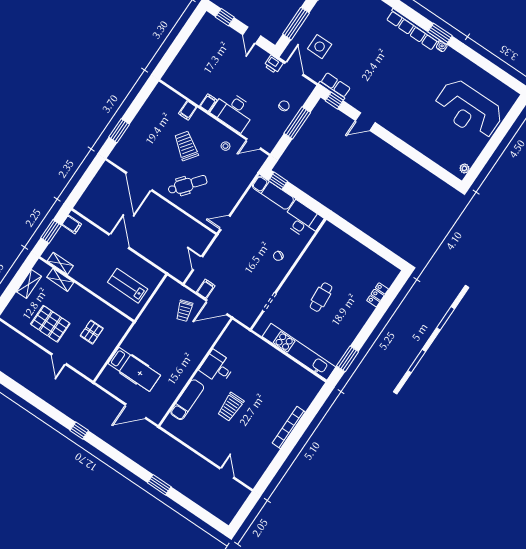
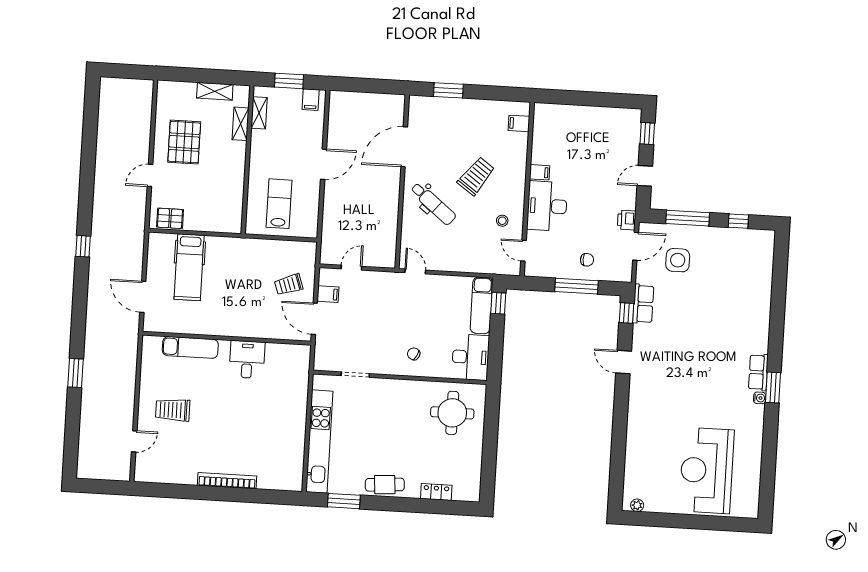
row of seats: (413, 29) -> (758, 372), width x0.50
filing cabinet: (188, 110) -> (519, 123), moved
round table: (332, 254) -> (452, 413), added
cafe table: (321, 297) -> (385, 485), moved
pallet: (92, 332) -> (170, 218), moved
trolley: (231, 407) -> (173, 410), moved

